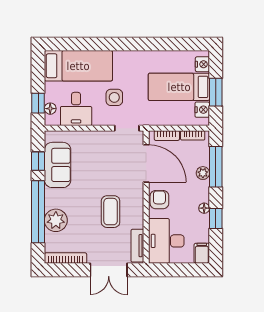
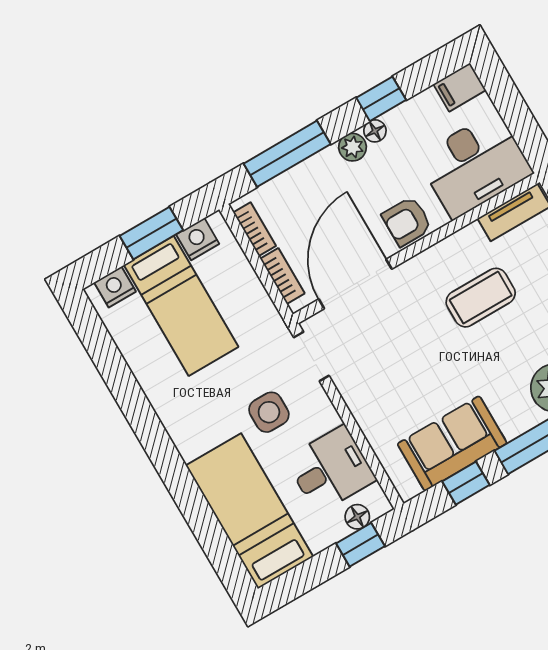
plant: (203, 173) -> (353, 147), moved

